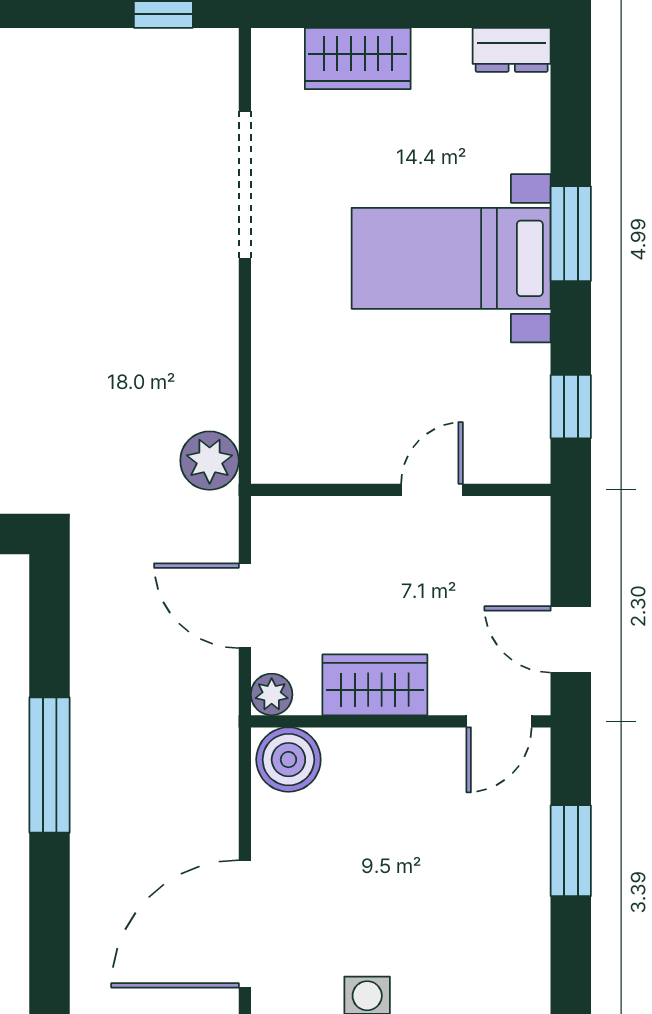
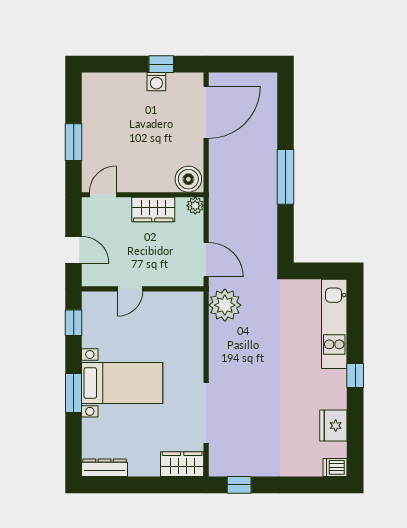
dresser: (512, 50) -> (105, 468), width x1.44
wardrobe: (358, 59) -> (182, 464), moved
plant: (210, 461) -> (225, 305), width x1.36, depth x1.36
door: (245, 606) -> (206, 260), moved
door: (571, 639) -> (74, 250), moved

